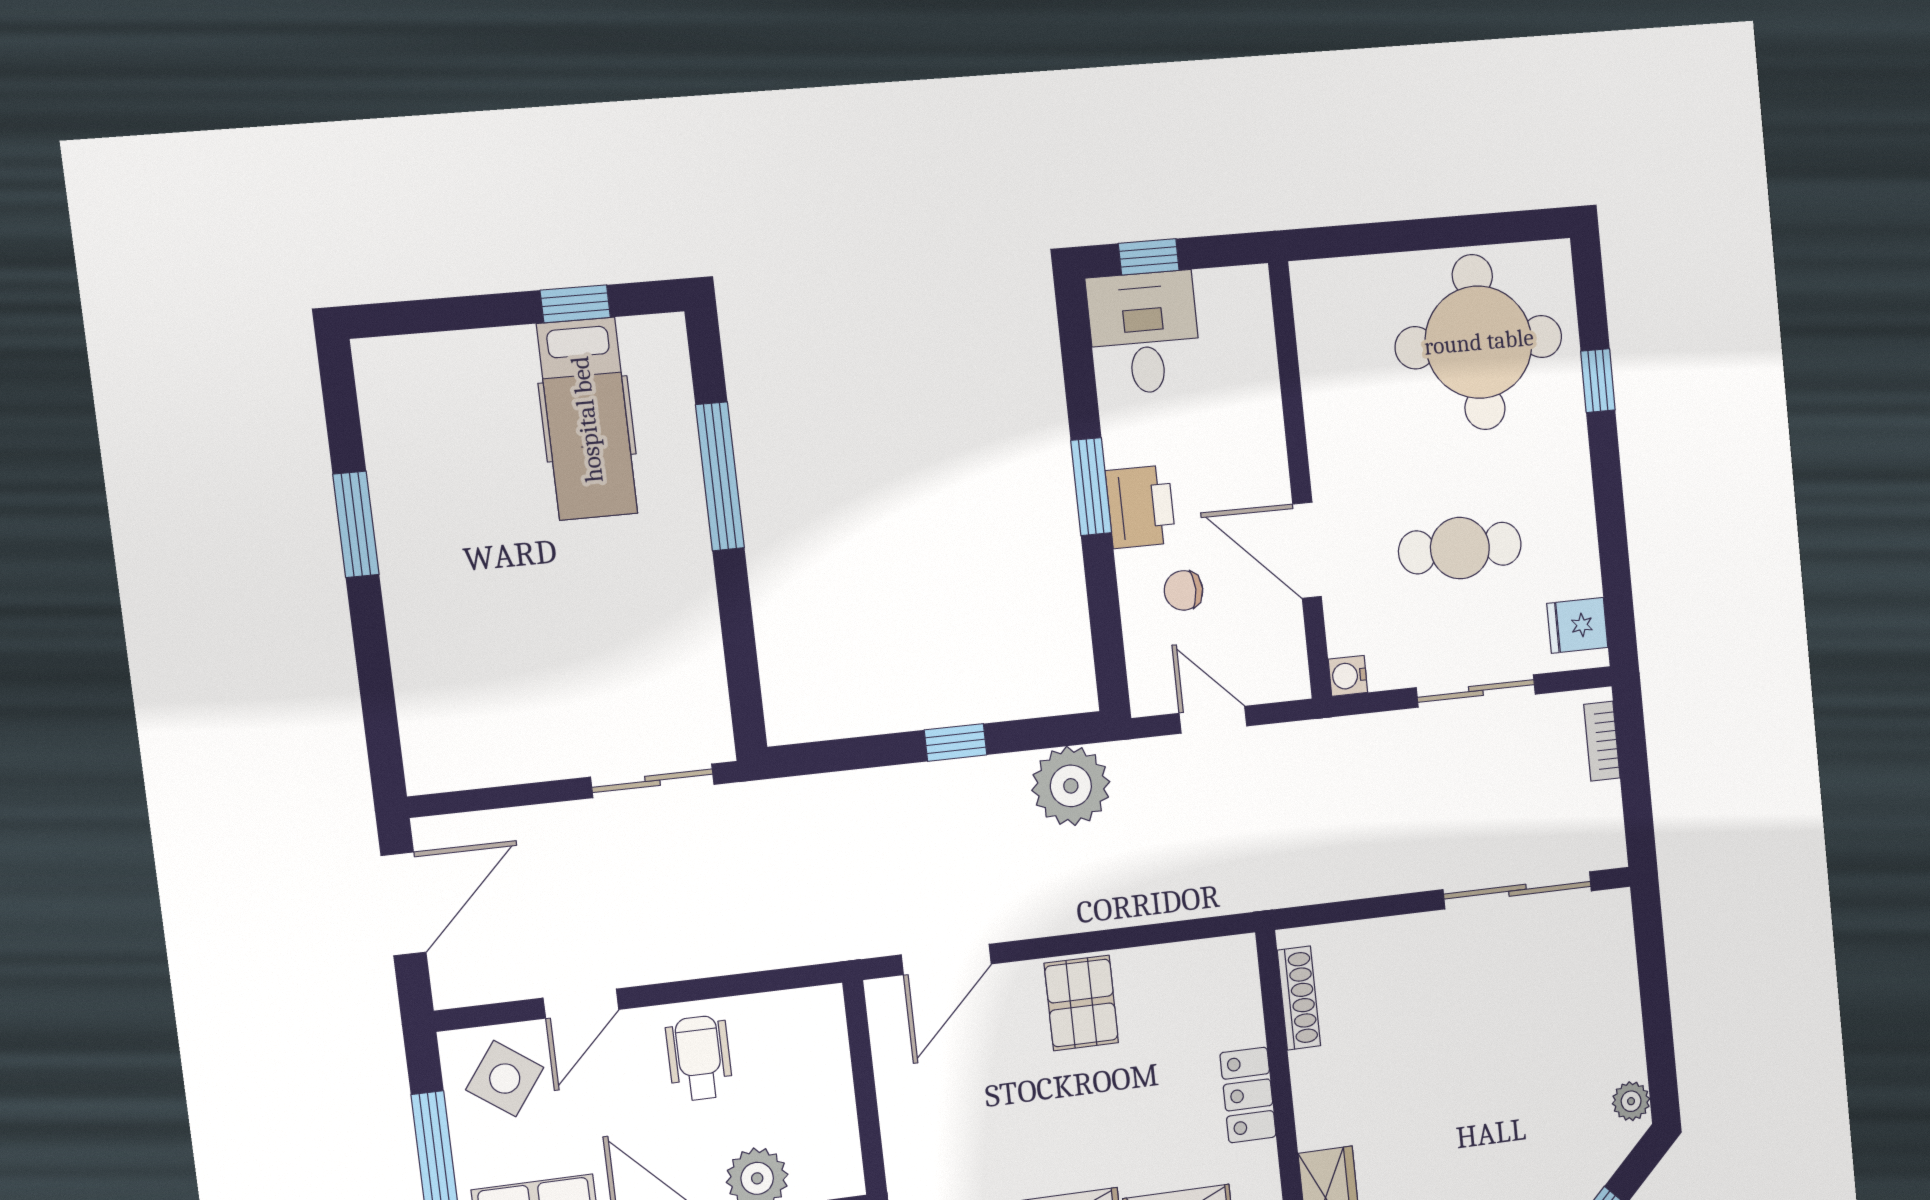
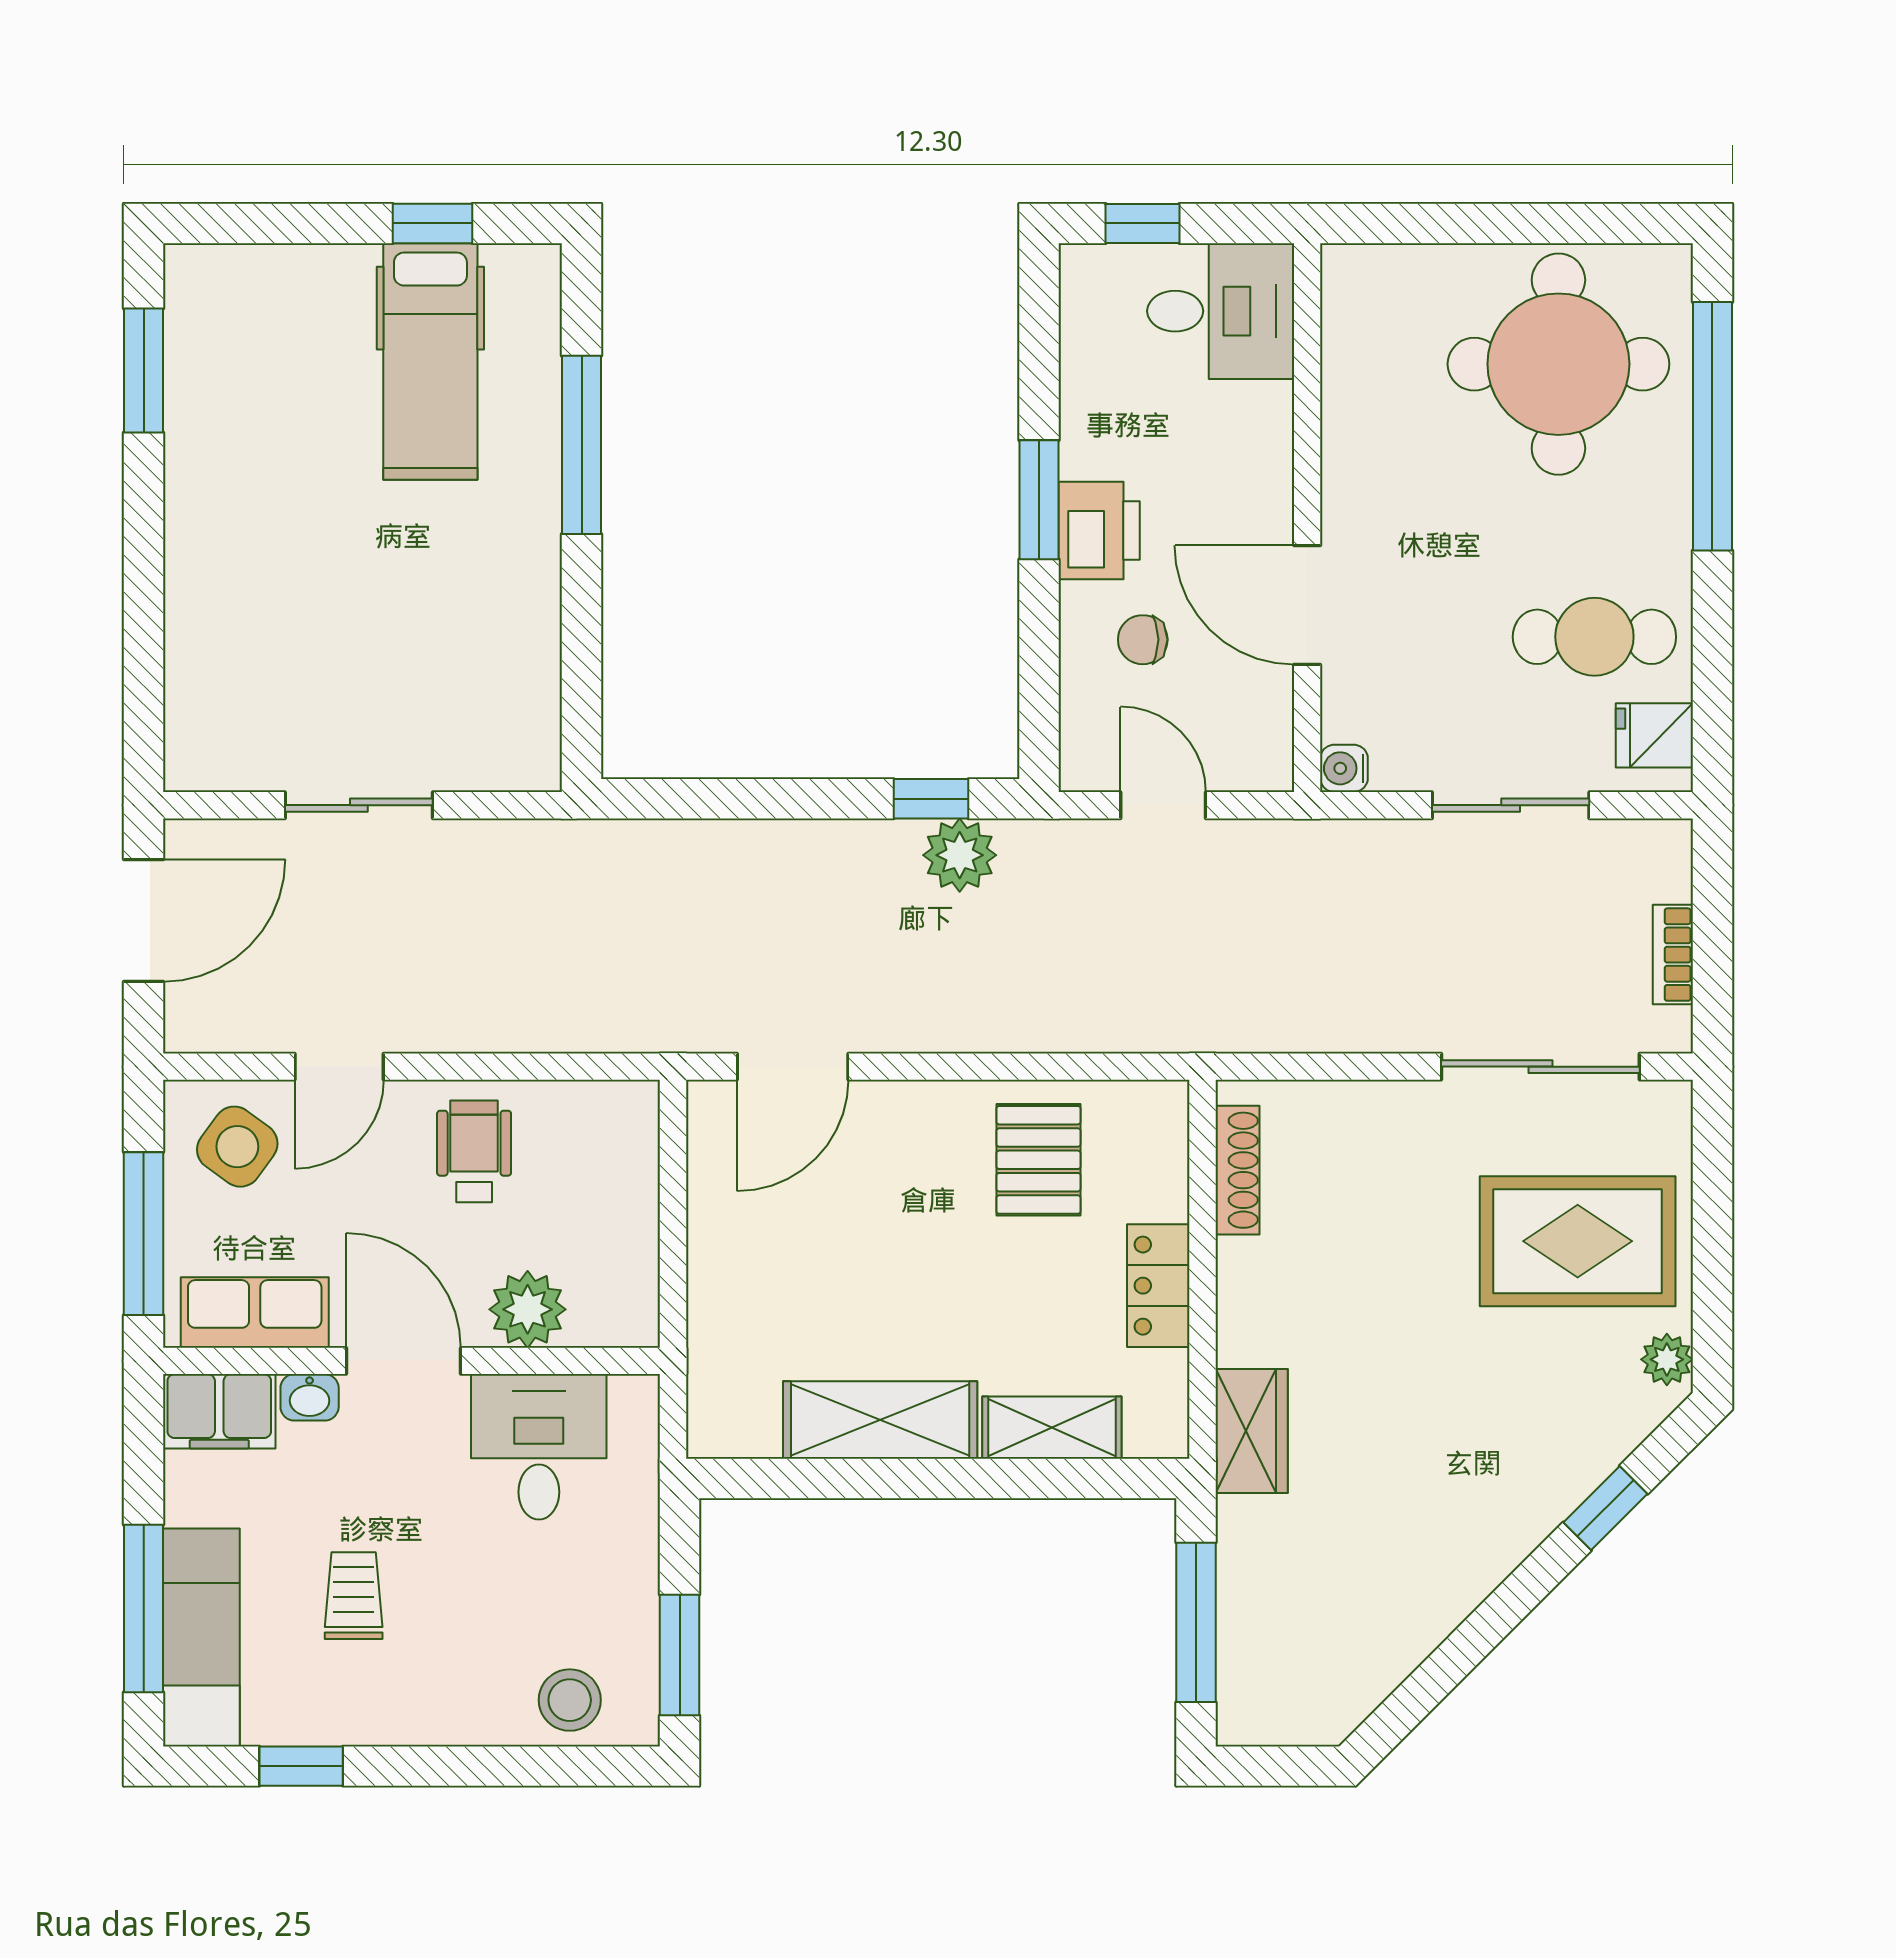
desk: (1144, 333) -> (1221, 311), moved, turned 90
window: (1598, 381) -> (1712, 426), width x3.17
window: (356, 524) -> (144, 371), moved
cafe table: (1460, 548) -> (1594, 637), moved
bookcase: (1602, 741) -> (1673, 955), moved
window: (956, 742) -> (931, 799), moved
sliding door: (653, 781) -> (359, 805), moved
plant: (1071, 786) -> (960, 855), width x0.73, depth x0.73
pallet: (1081, 1003) -> (1038, 1160), moved
rug: (1557, 1020) -> (1578, 1241), added

